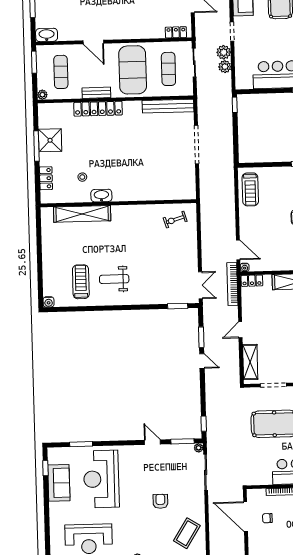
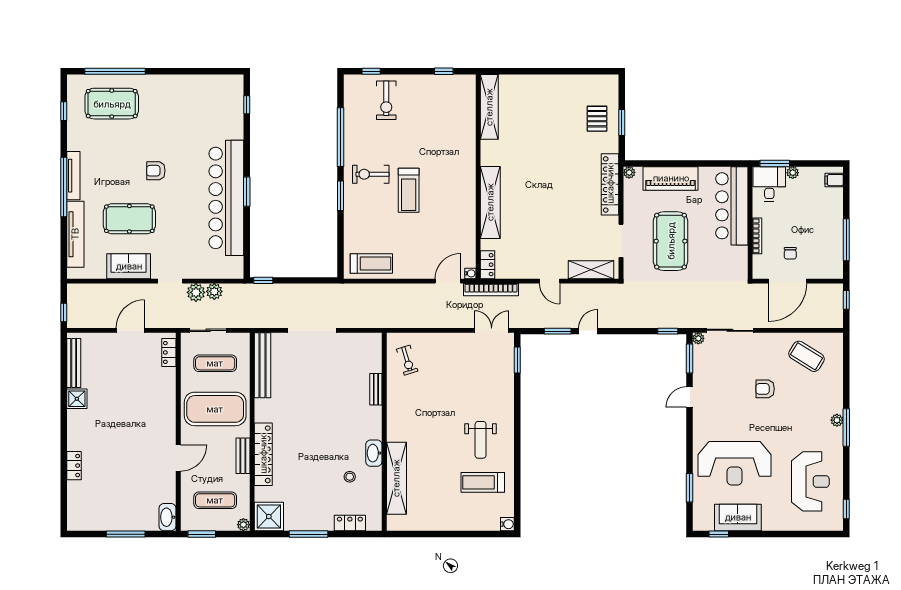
shower: (50, 140) -> (269, 516), moved
bench: (152, 196) -> (376, 389), added

